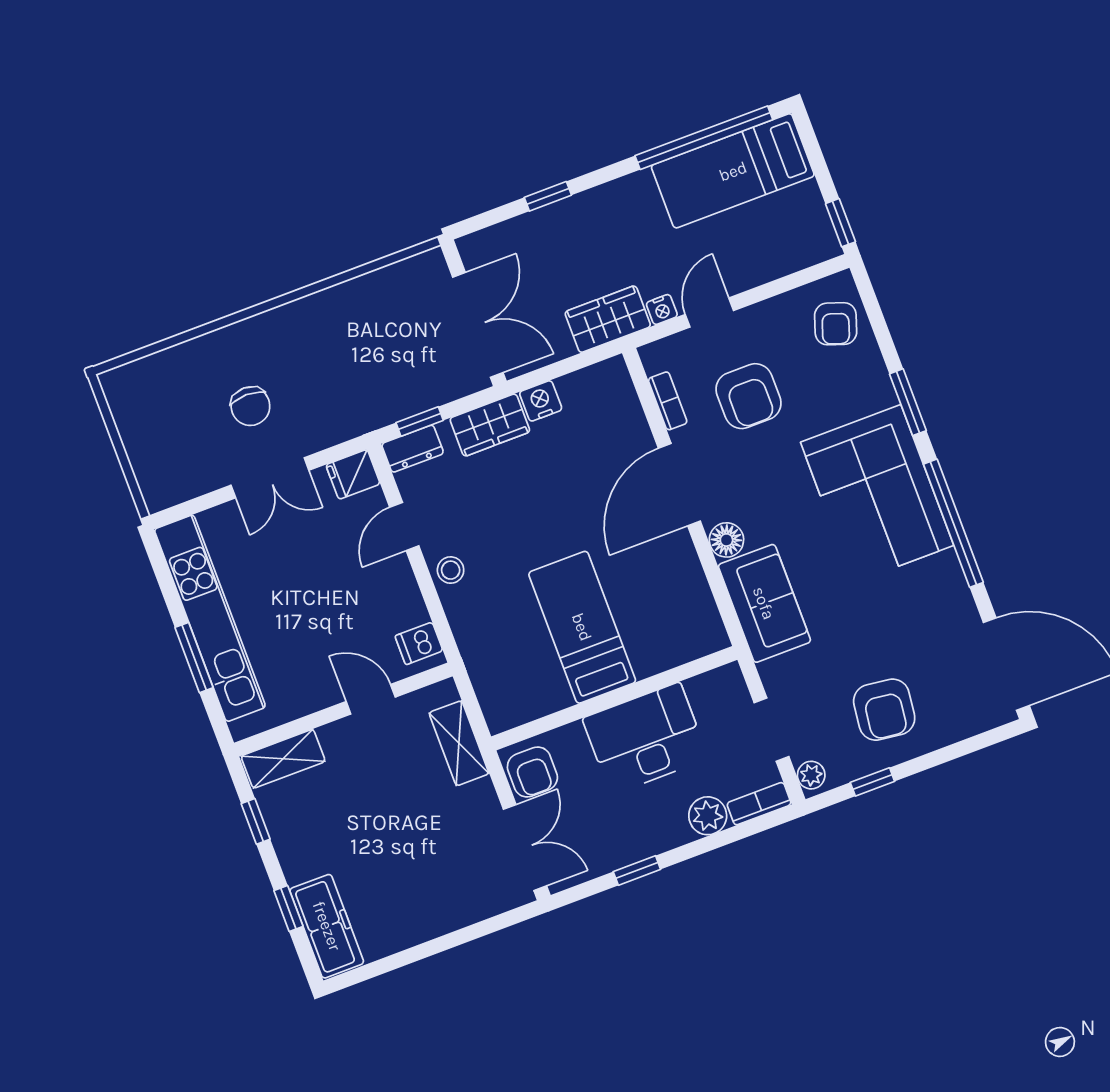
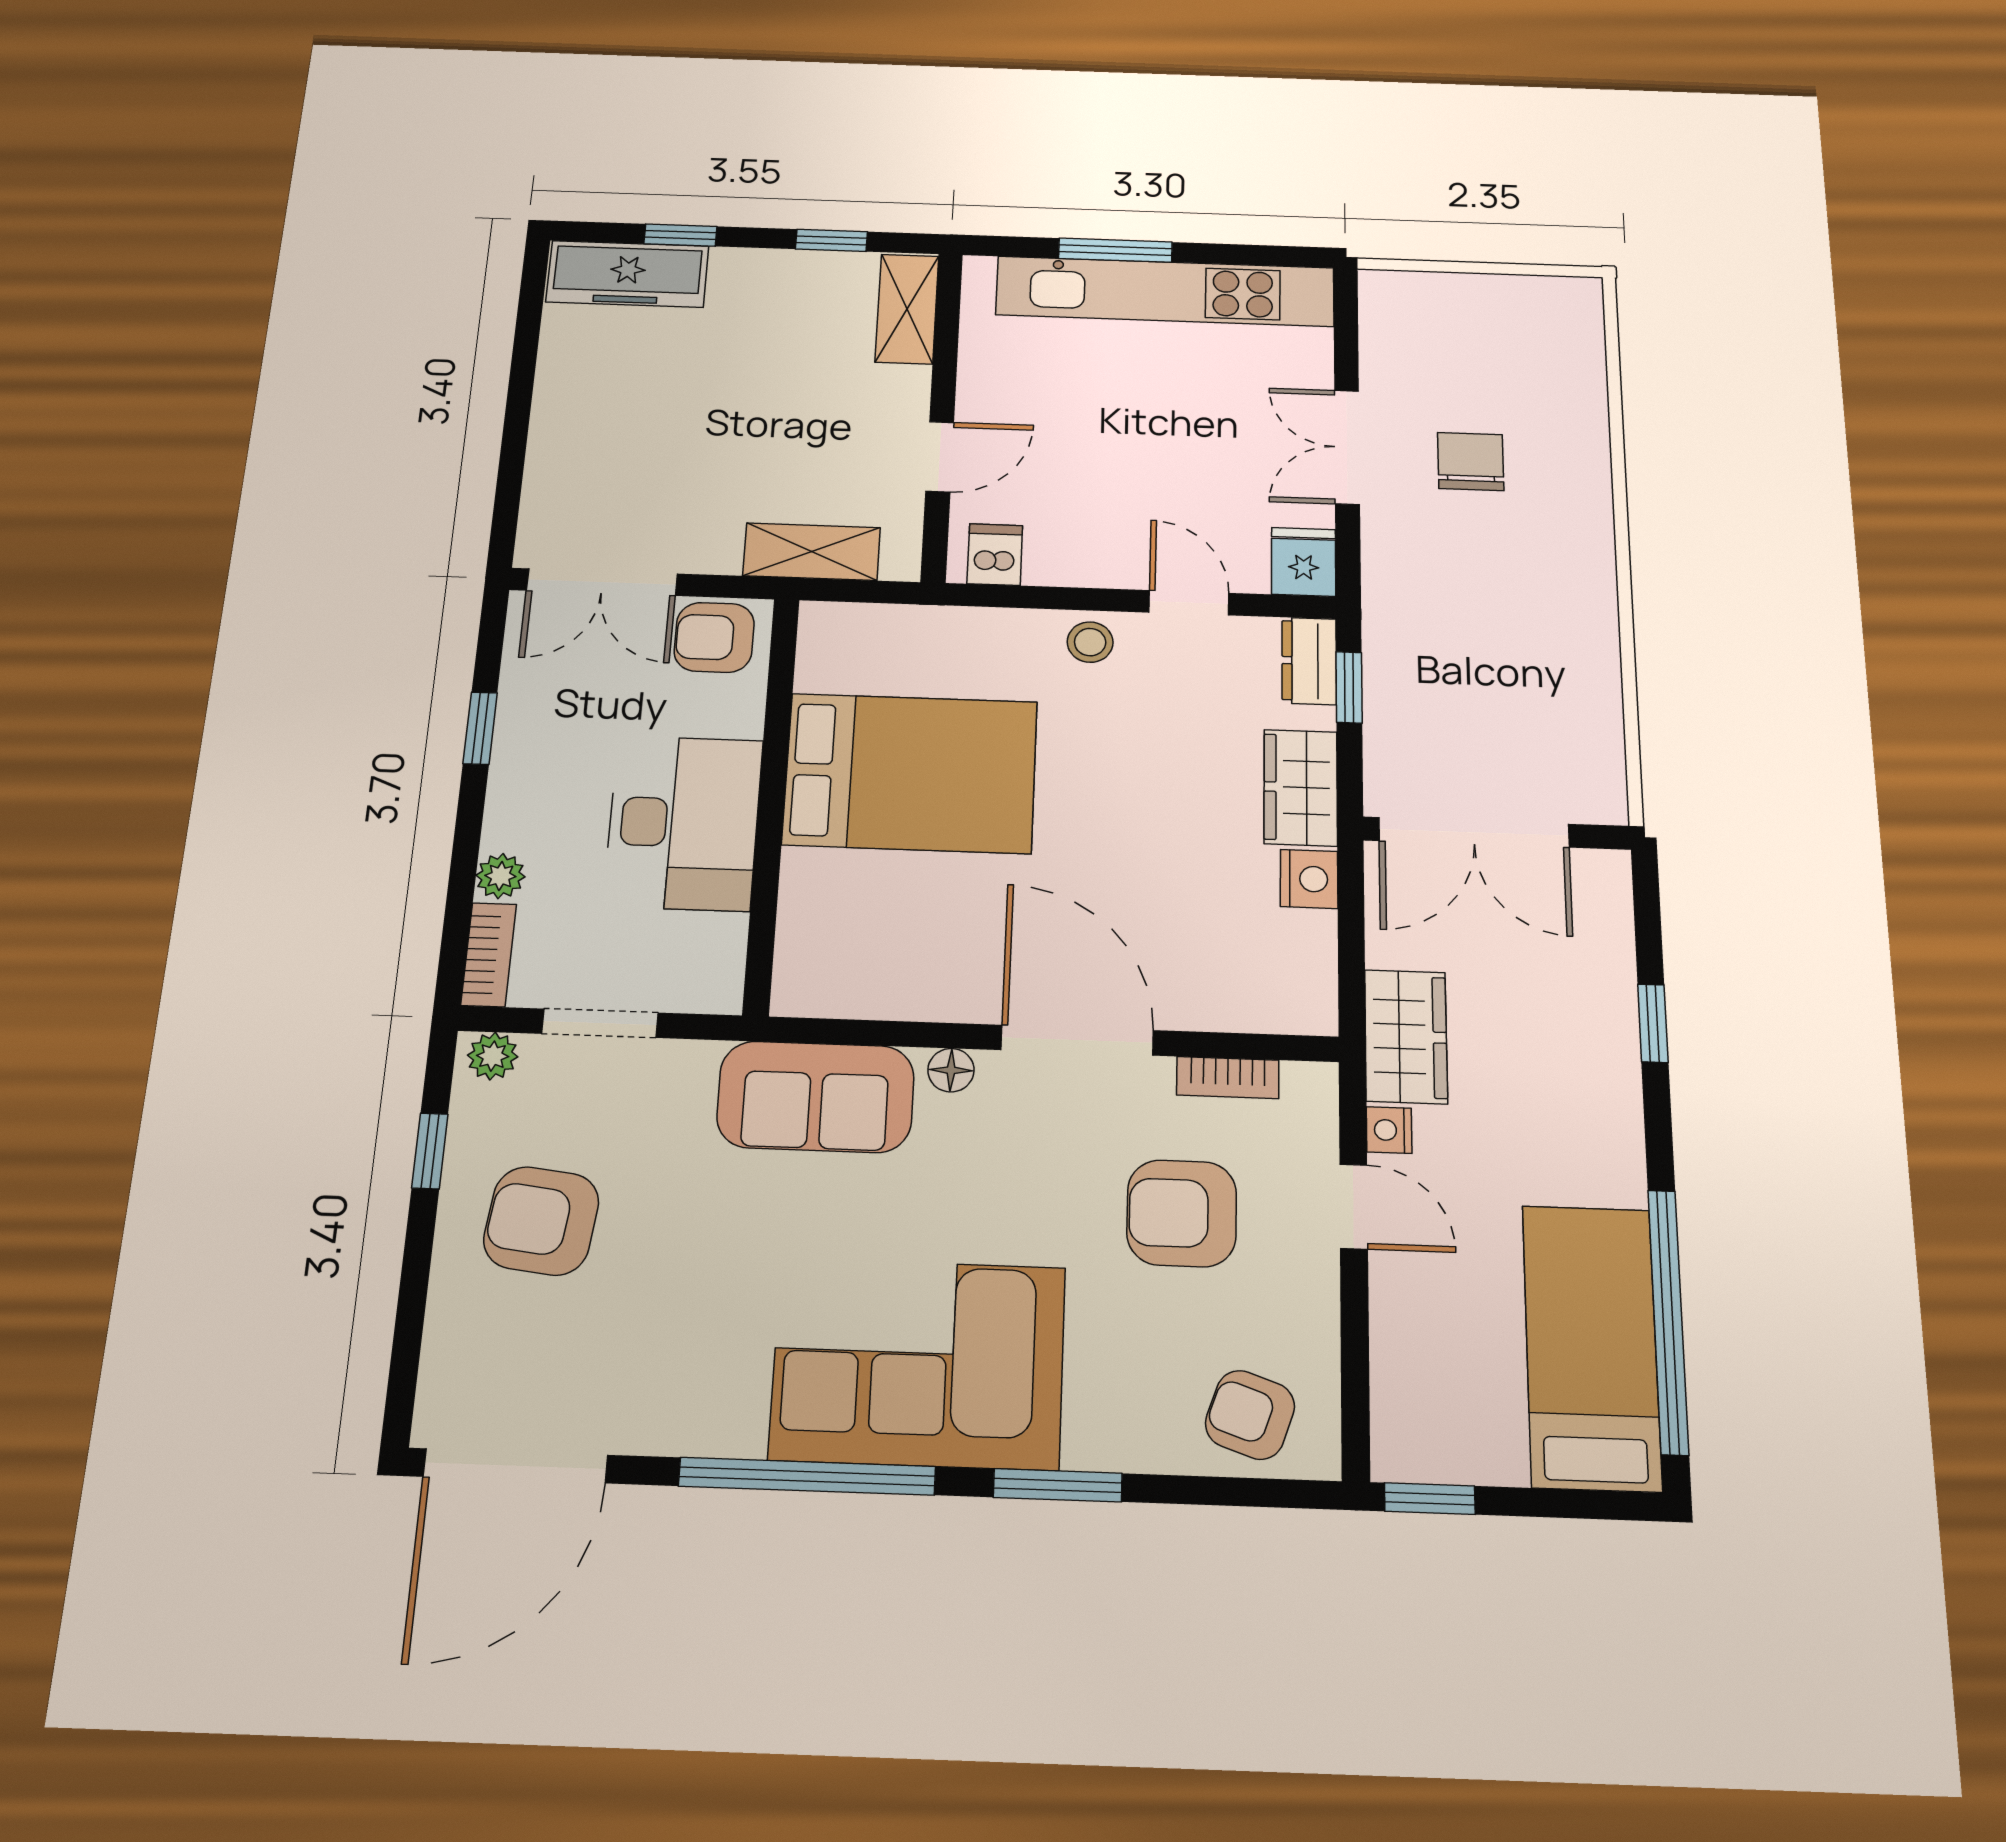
chair: (250, 406) -> (1471, 461), turned 90
floor lamp: (726, 540) -> (951, 1070), width x0.73, depth x0.73
bed: (582, 627) -> (911, 773), width x1.50
plant: (708, 816) -> (500, 876), width x0.73, depth x0.73

